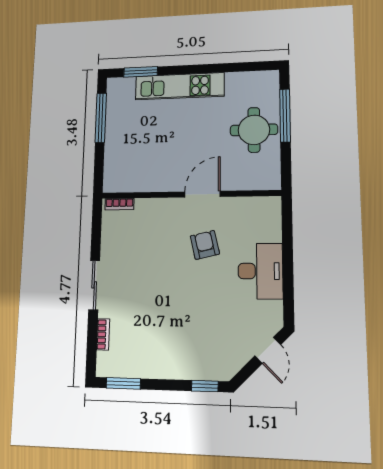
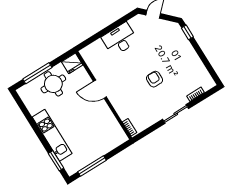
fridge: (268, 176) -> (72, 63), added
armchair: (205, 245) -> (155, 79), moved, turned 103
window: (123, 383) -> (211, 70), removed

